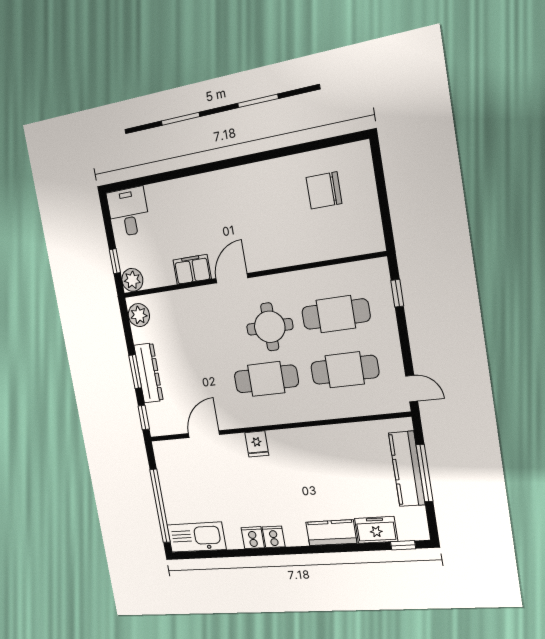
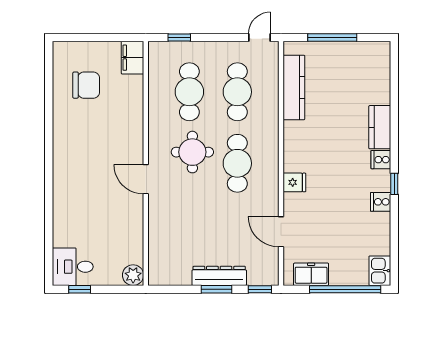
chair: (324, 190) -> (86, 85), turned -90
window: (115, 261) -> (80, 289), moved
filing cabinet: (192, 269) -> (133, 58), moved
plant: (139, 315) -> (165, 275), removed
kitchen counter: (407, 469) -> (294, 87), moved, turned -90
freezer: (376, 530) -> (311, 274), moved, turned 90
kitchen sink: (196, 537) -> (380, 271), width x0.53, depth x0.81
cooker: (274, 537) -> (381, 160), moved
window: (403, 545) -> (394, 184), moved

